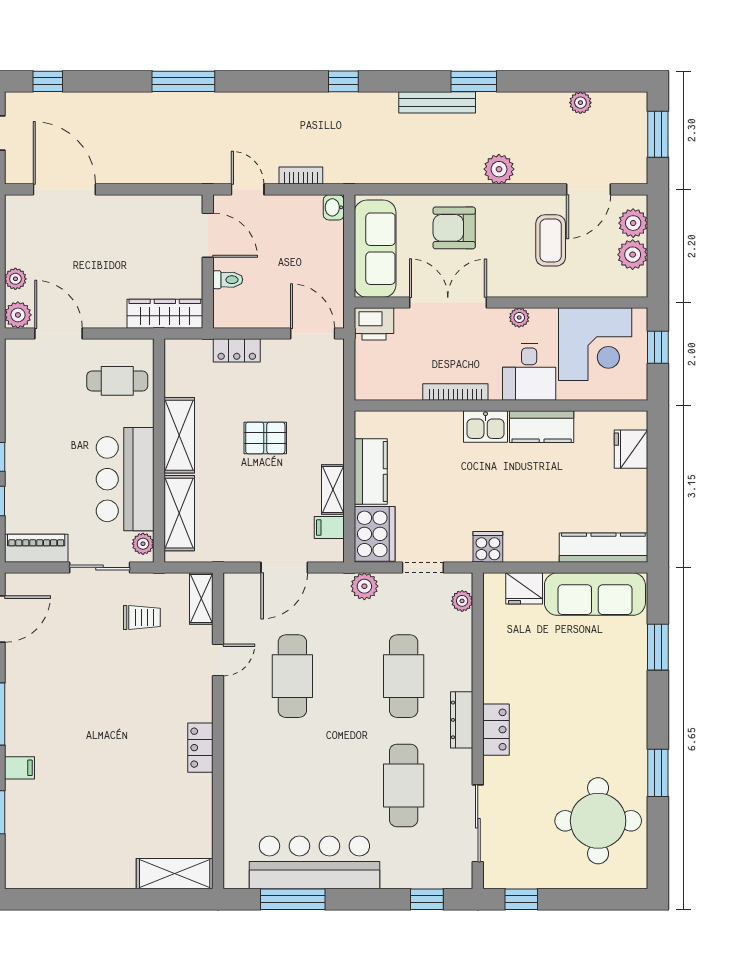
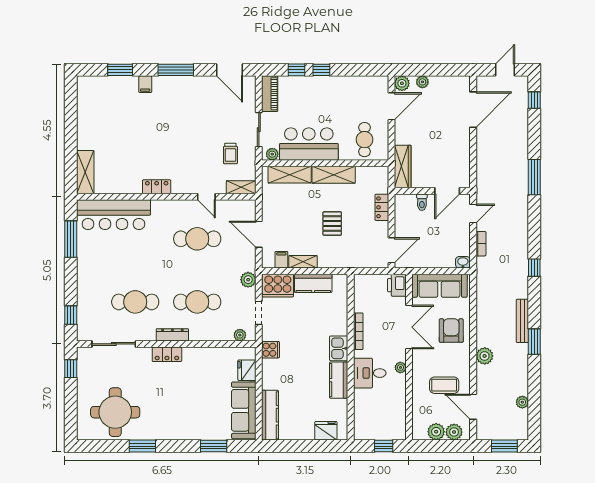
corner desk: (595, 344) -> (385, 411), removed
bar counter: (314, 862) -> (113, 215), moved, turned 90

